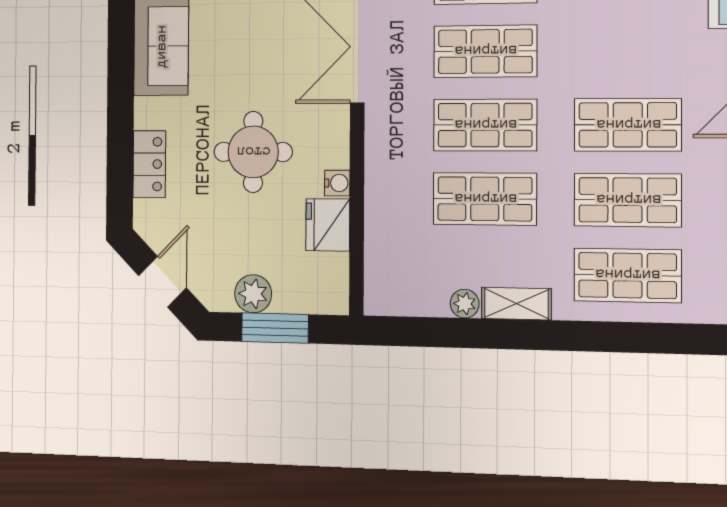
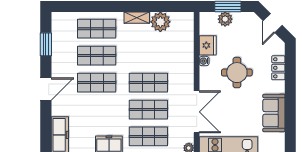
shop shelf: (485, 199) -> (148, 56), removed
plant: (253, 294) -> (225, 19), moved
plant: (465, 304) -> (160, 22), width x1.88, depth x1.88

